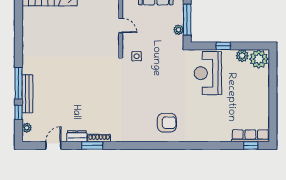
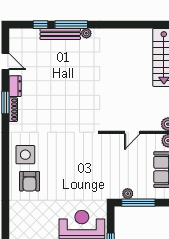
side table: (137, 56) -> (25, 155), moved, width x1.87, depth x1.87
plant: (27, 128) -> (86, 33), moved

